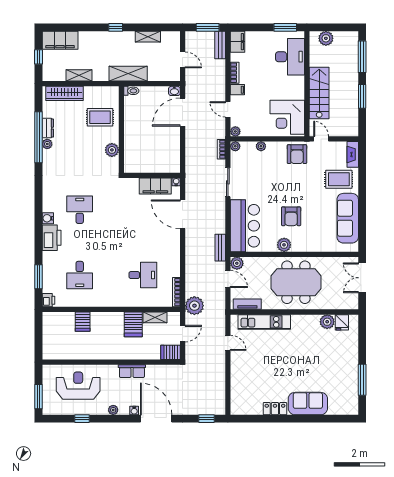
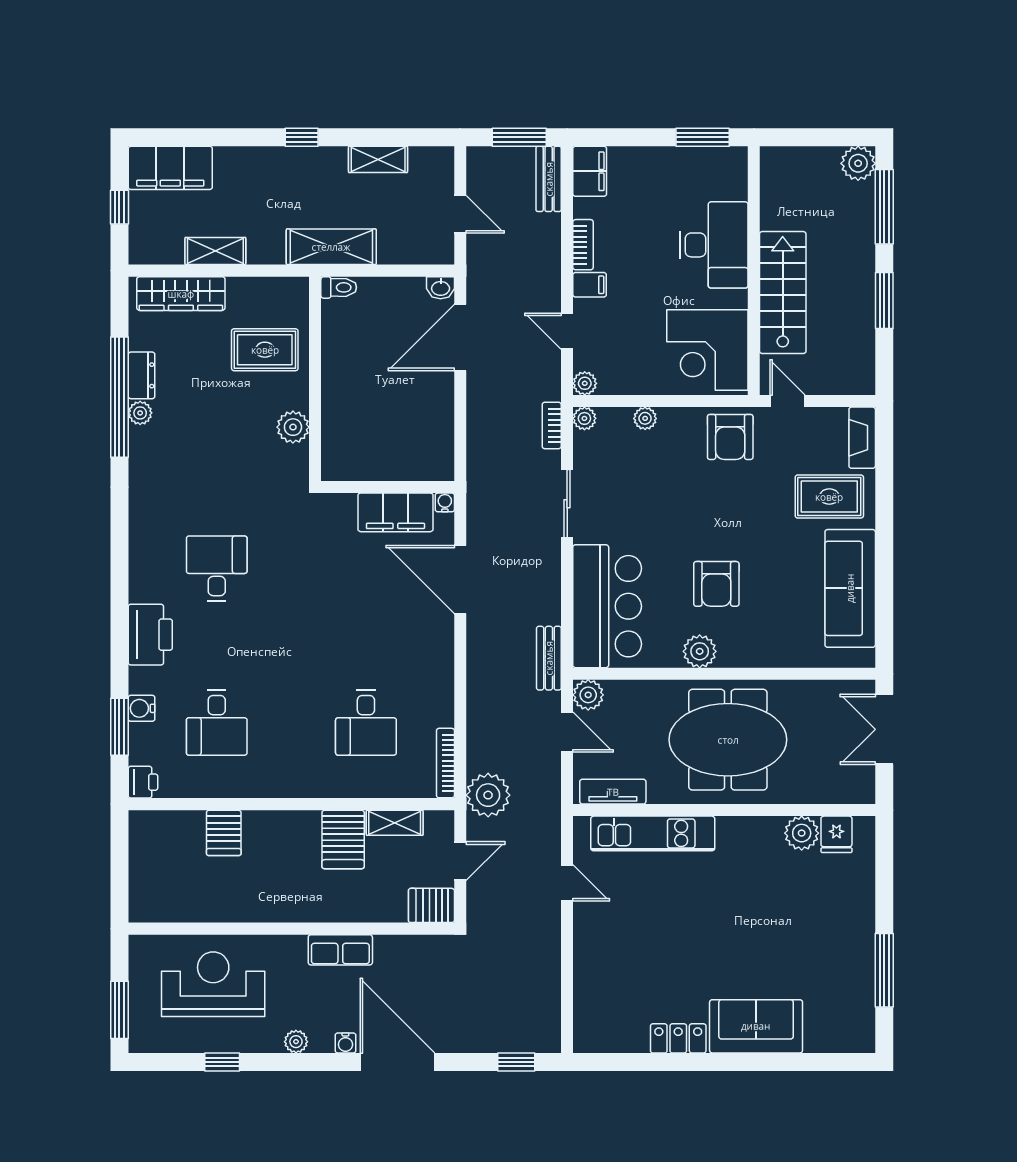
plant: (326, 38) -> (858, 163), moved
desk: (290, 57) -> (714, 245), moved
water cooler: (48, 218) -> (141, 708), moved
desk: (143, 275) -> (366, 723), turned 90

